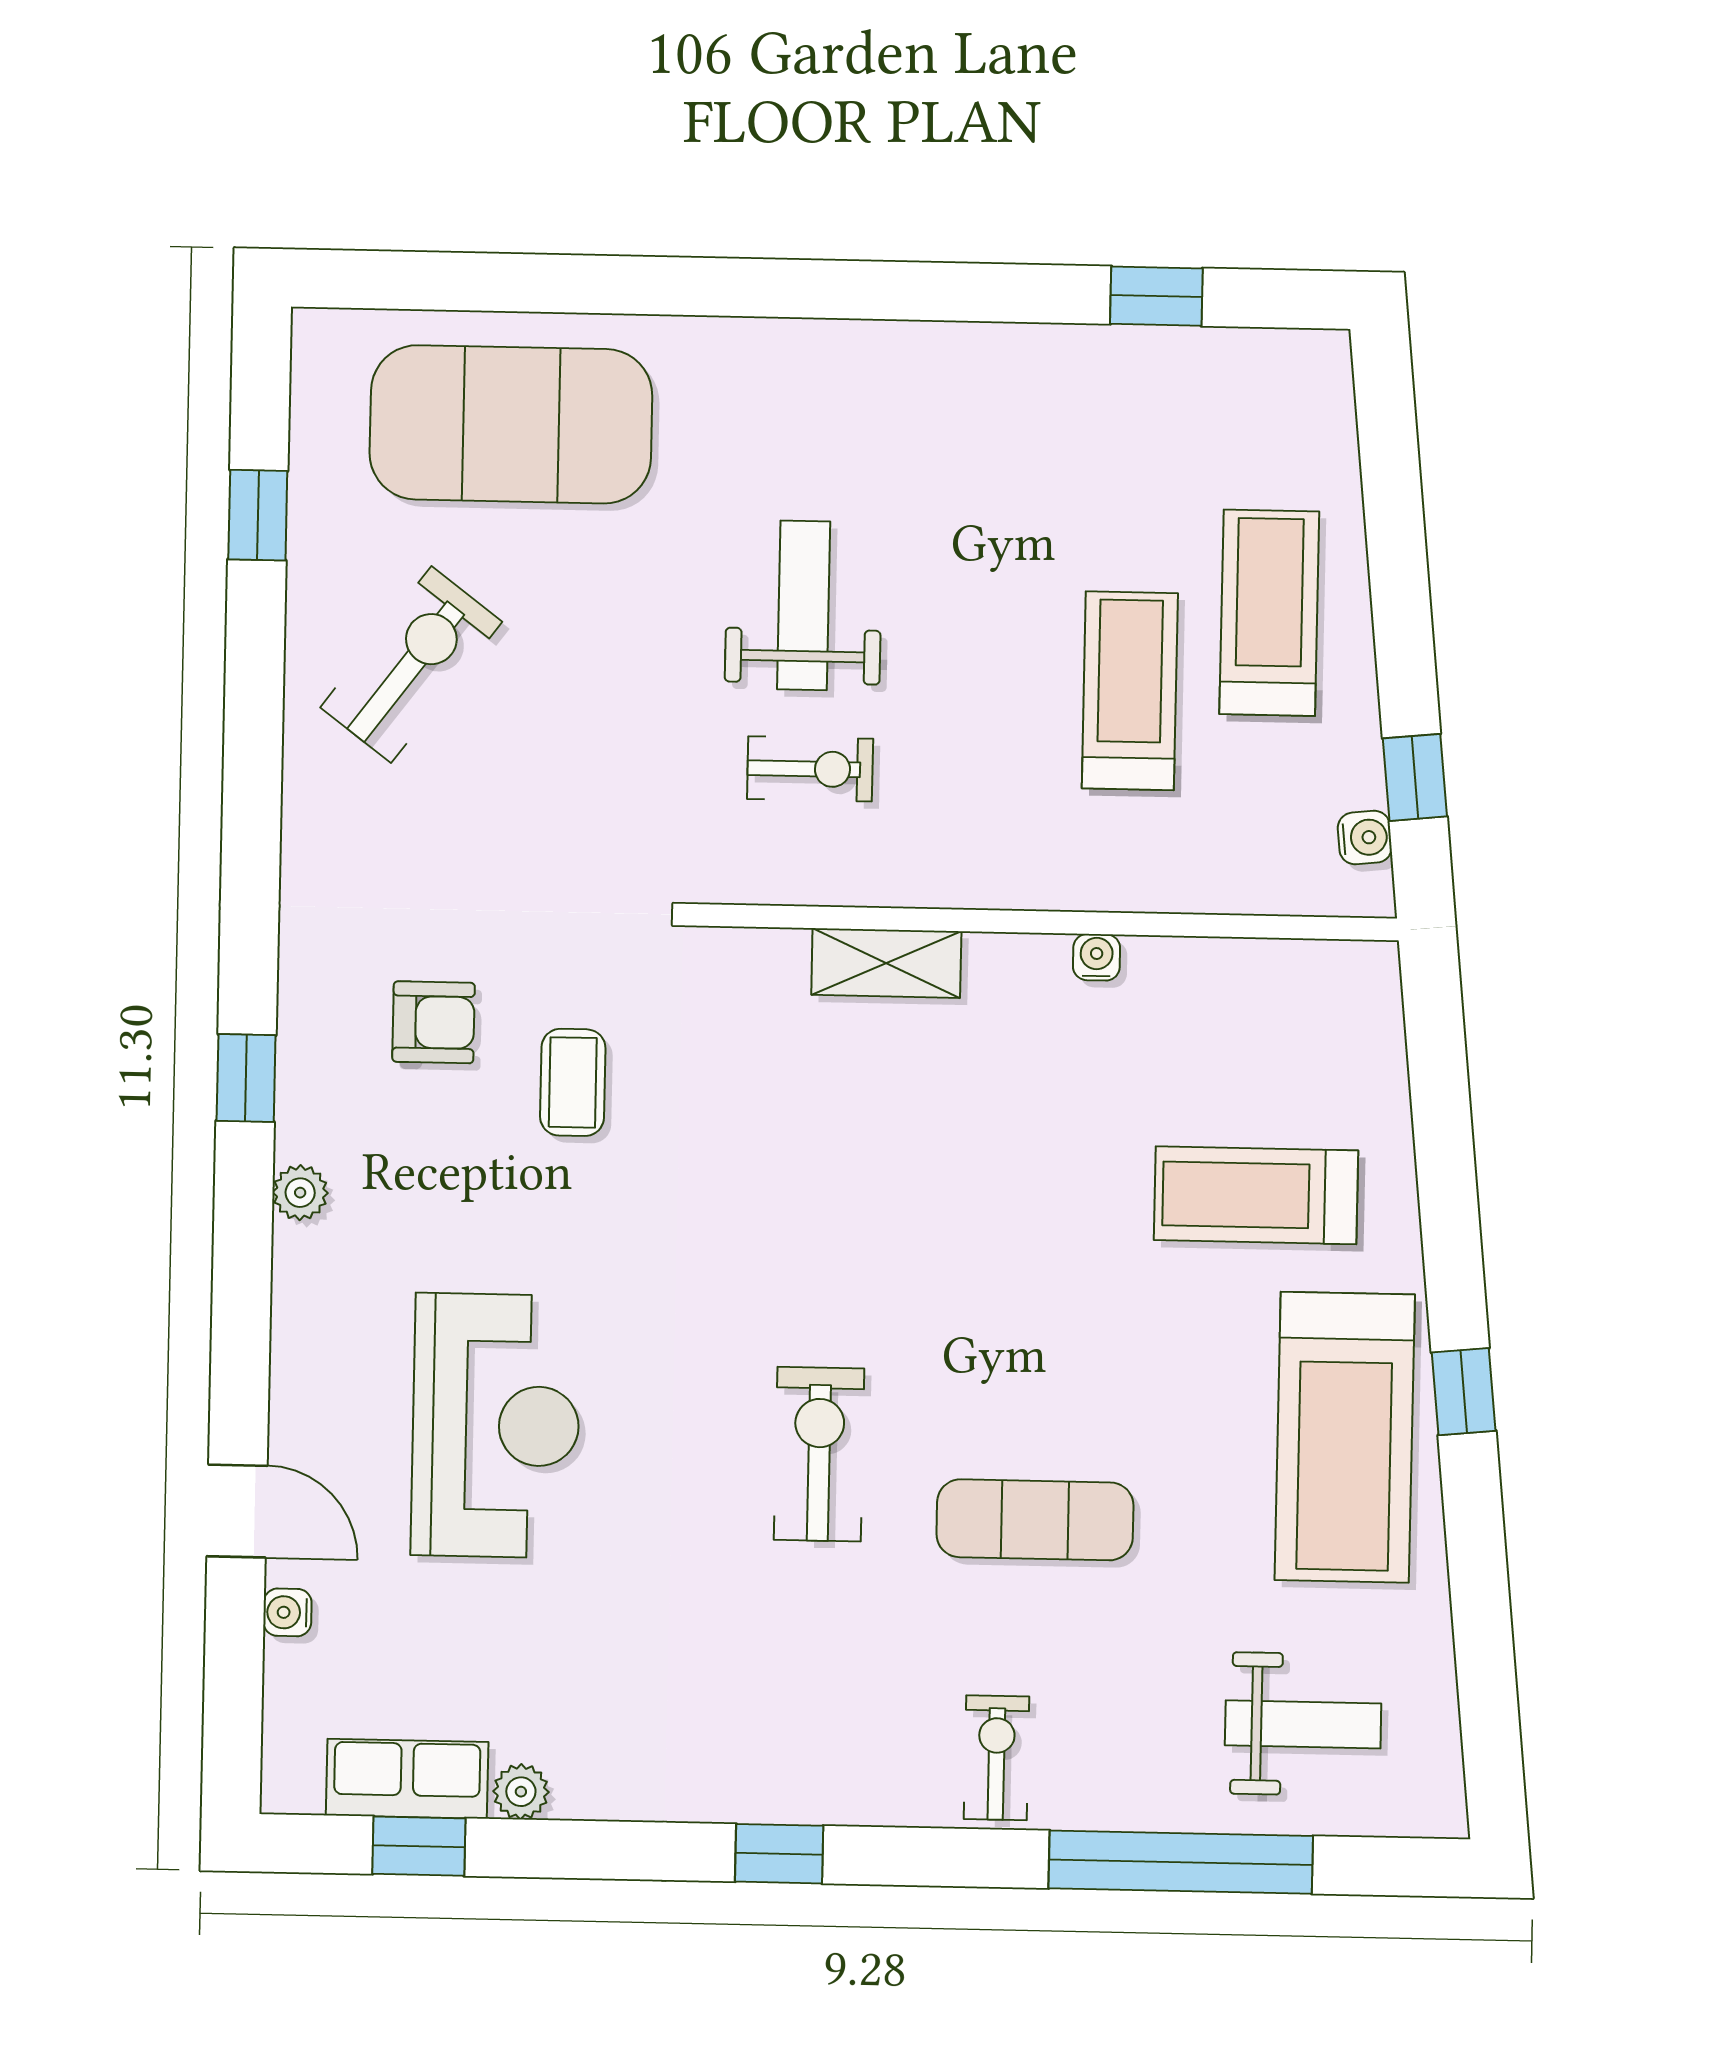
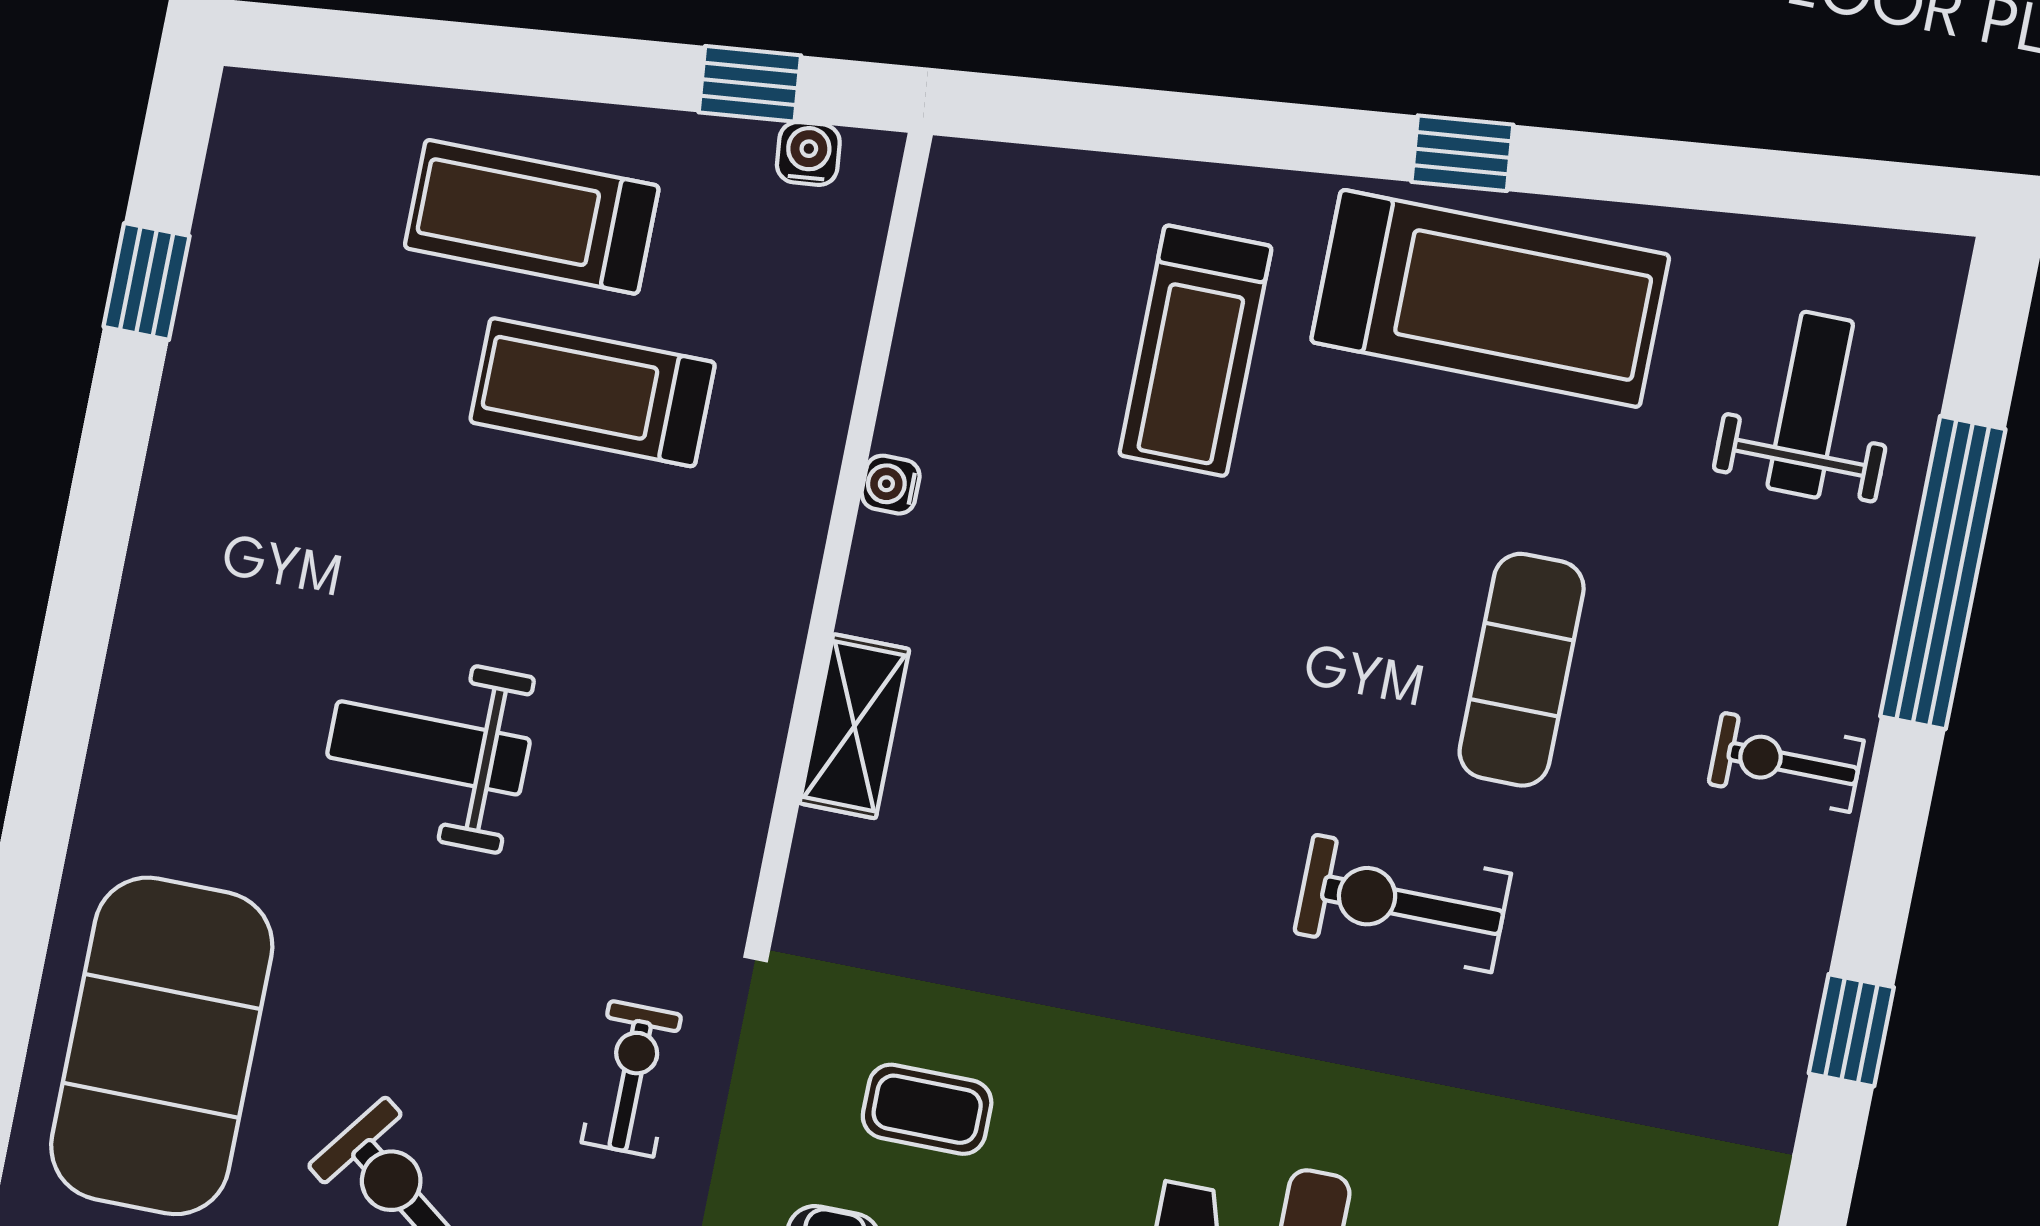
exercise bike: (810, 769) -> (632, 1079), moved

